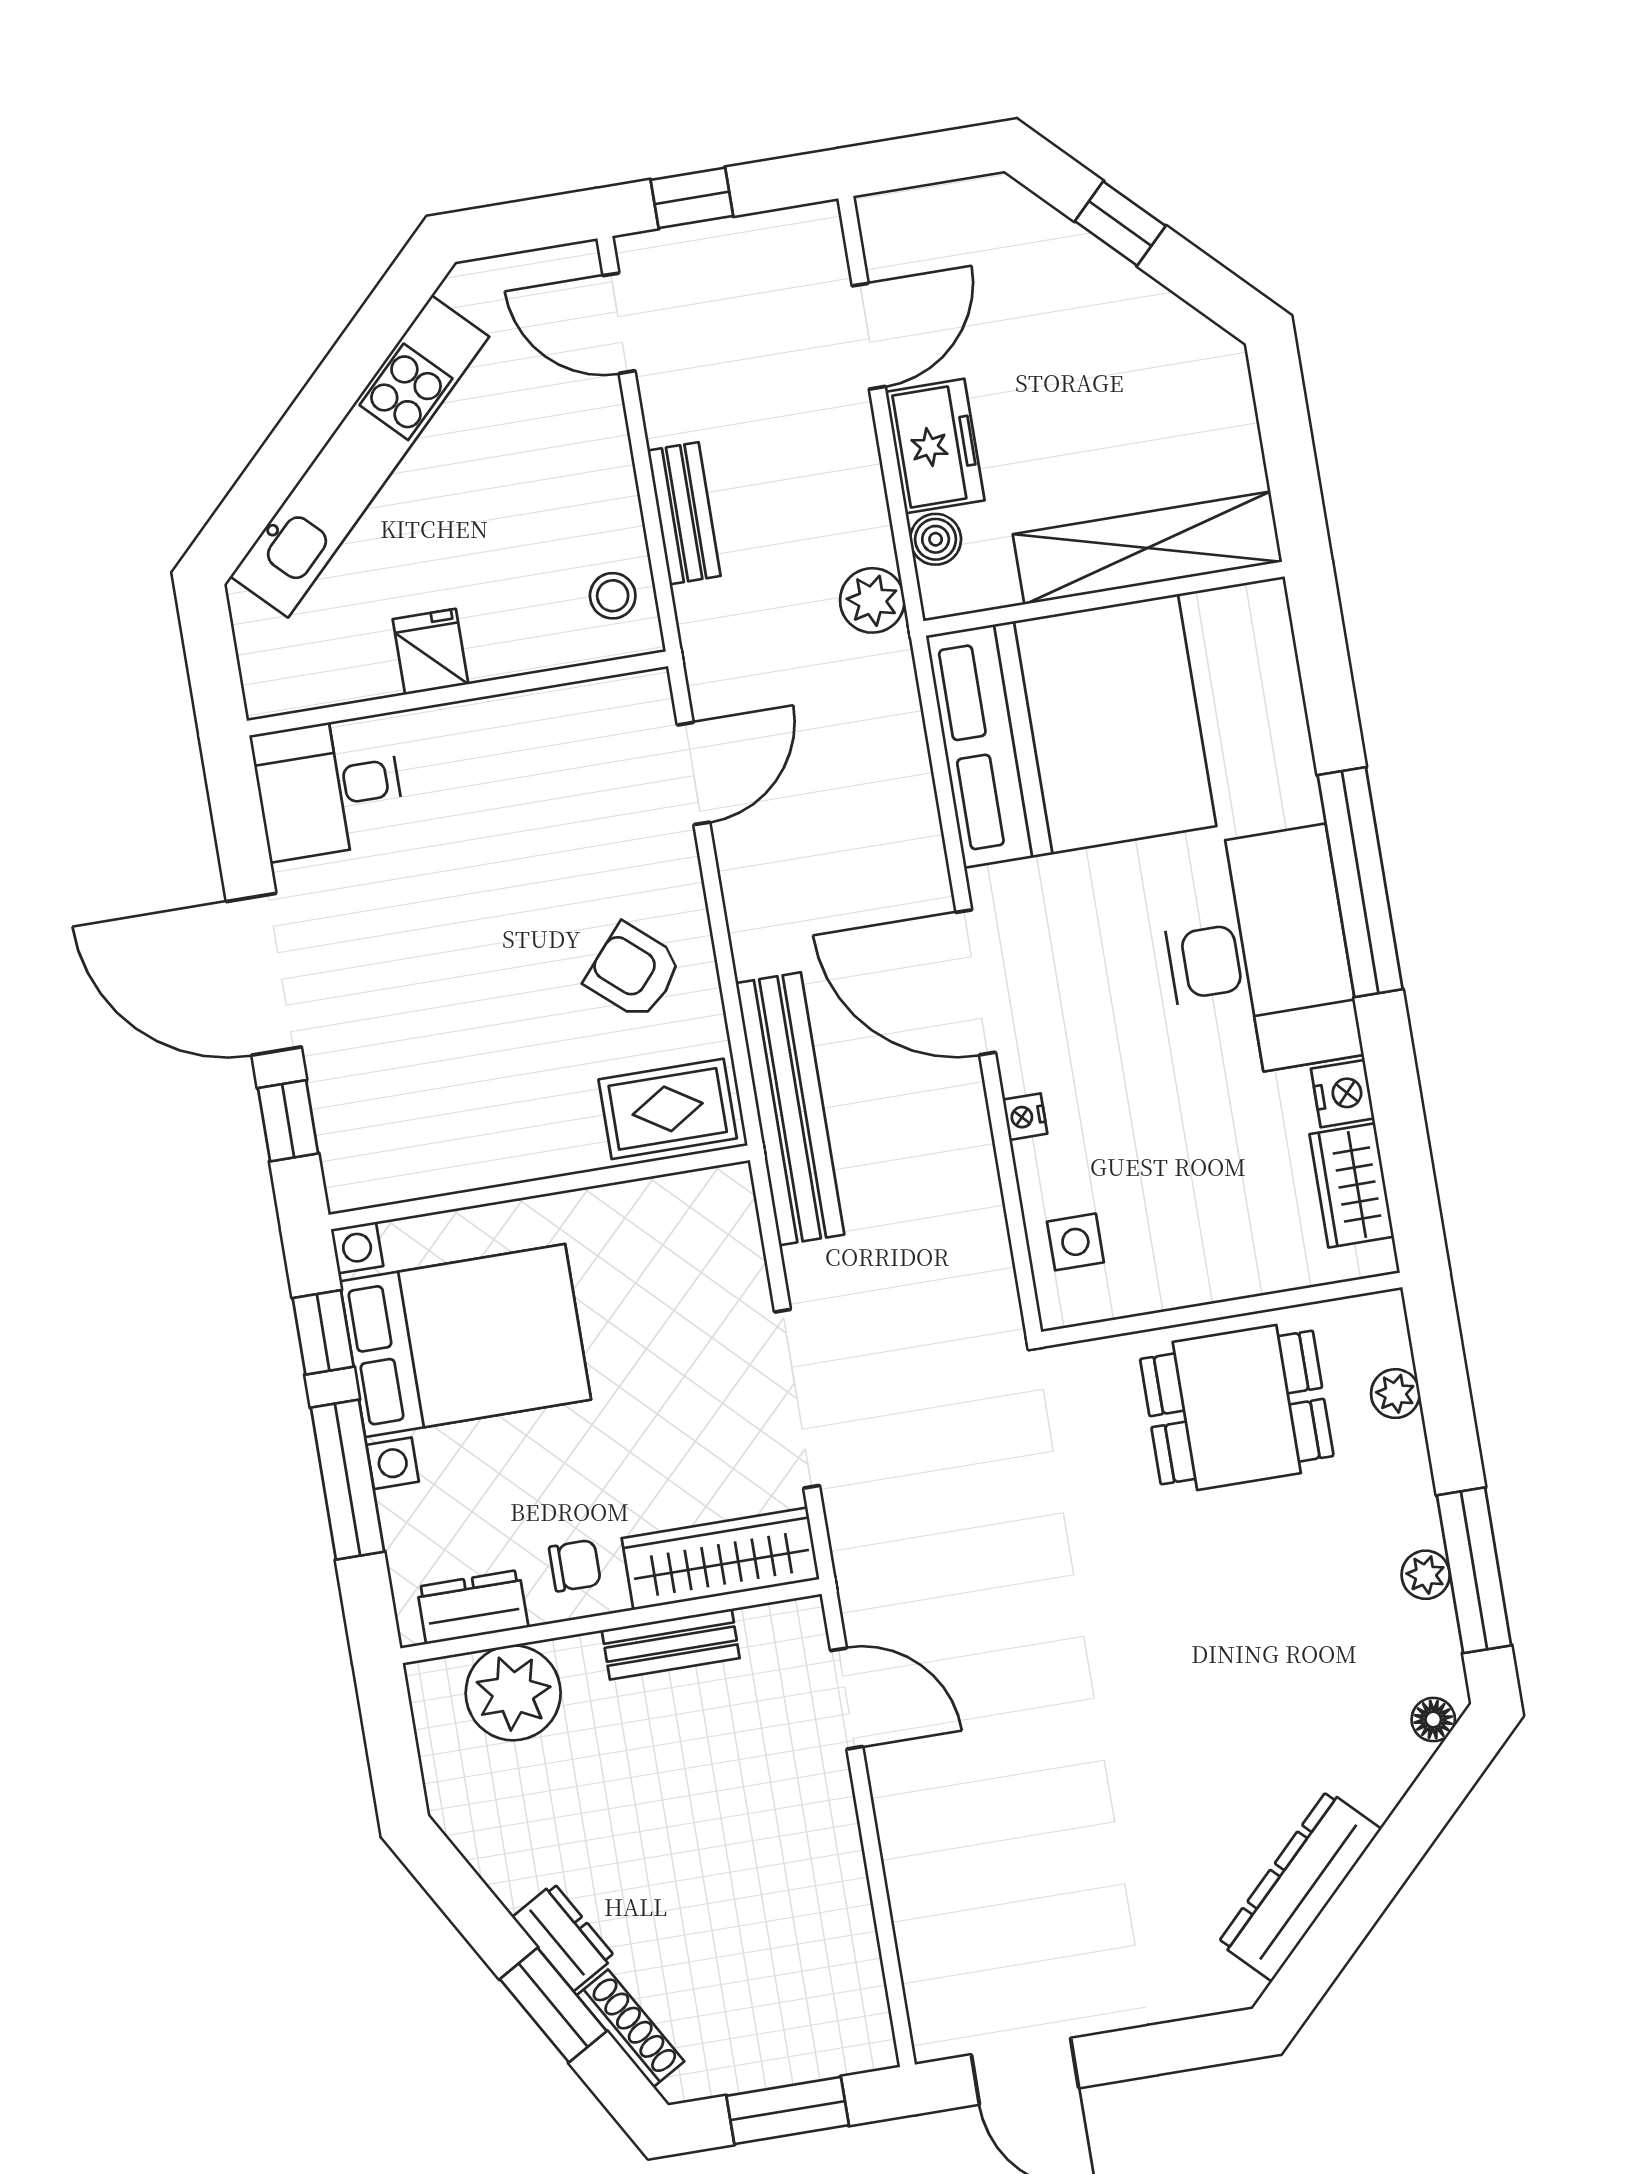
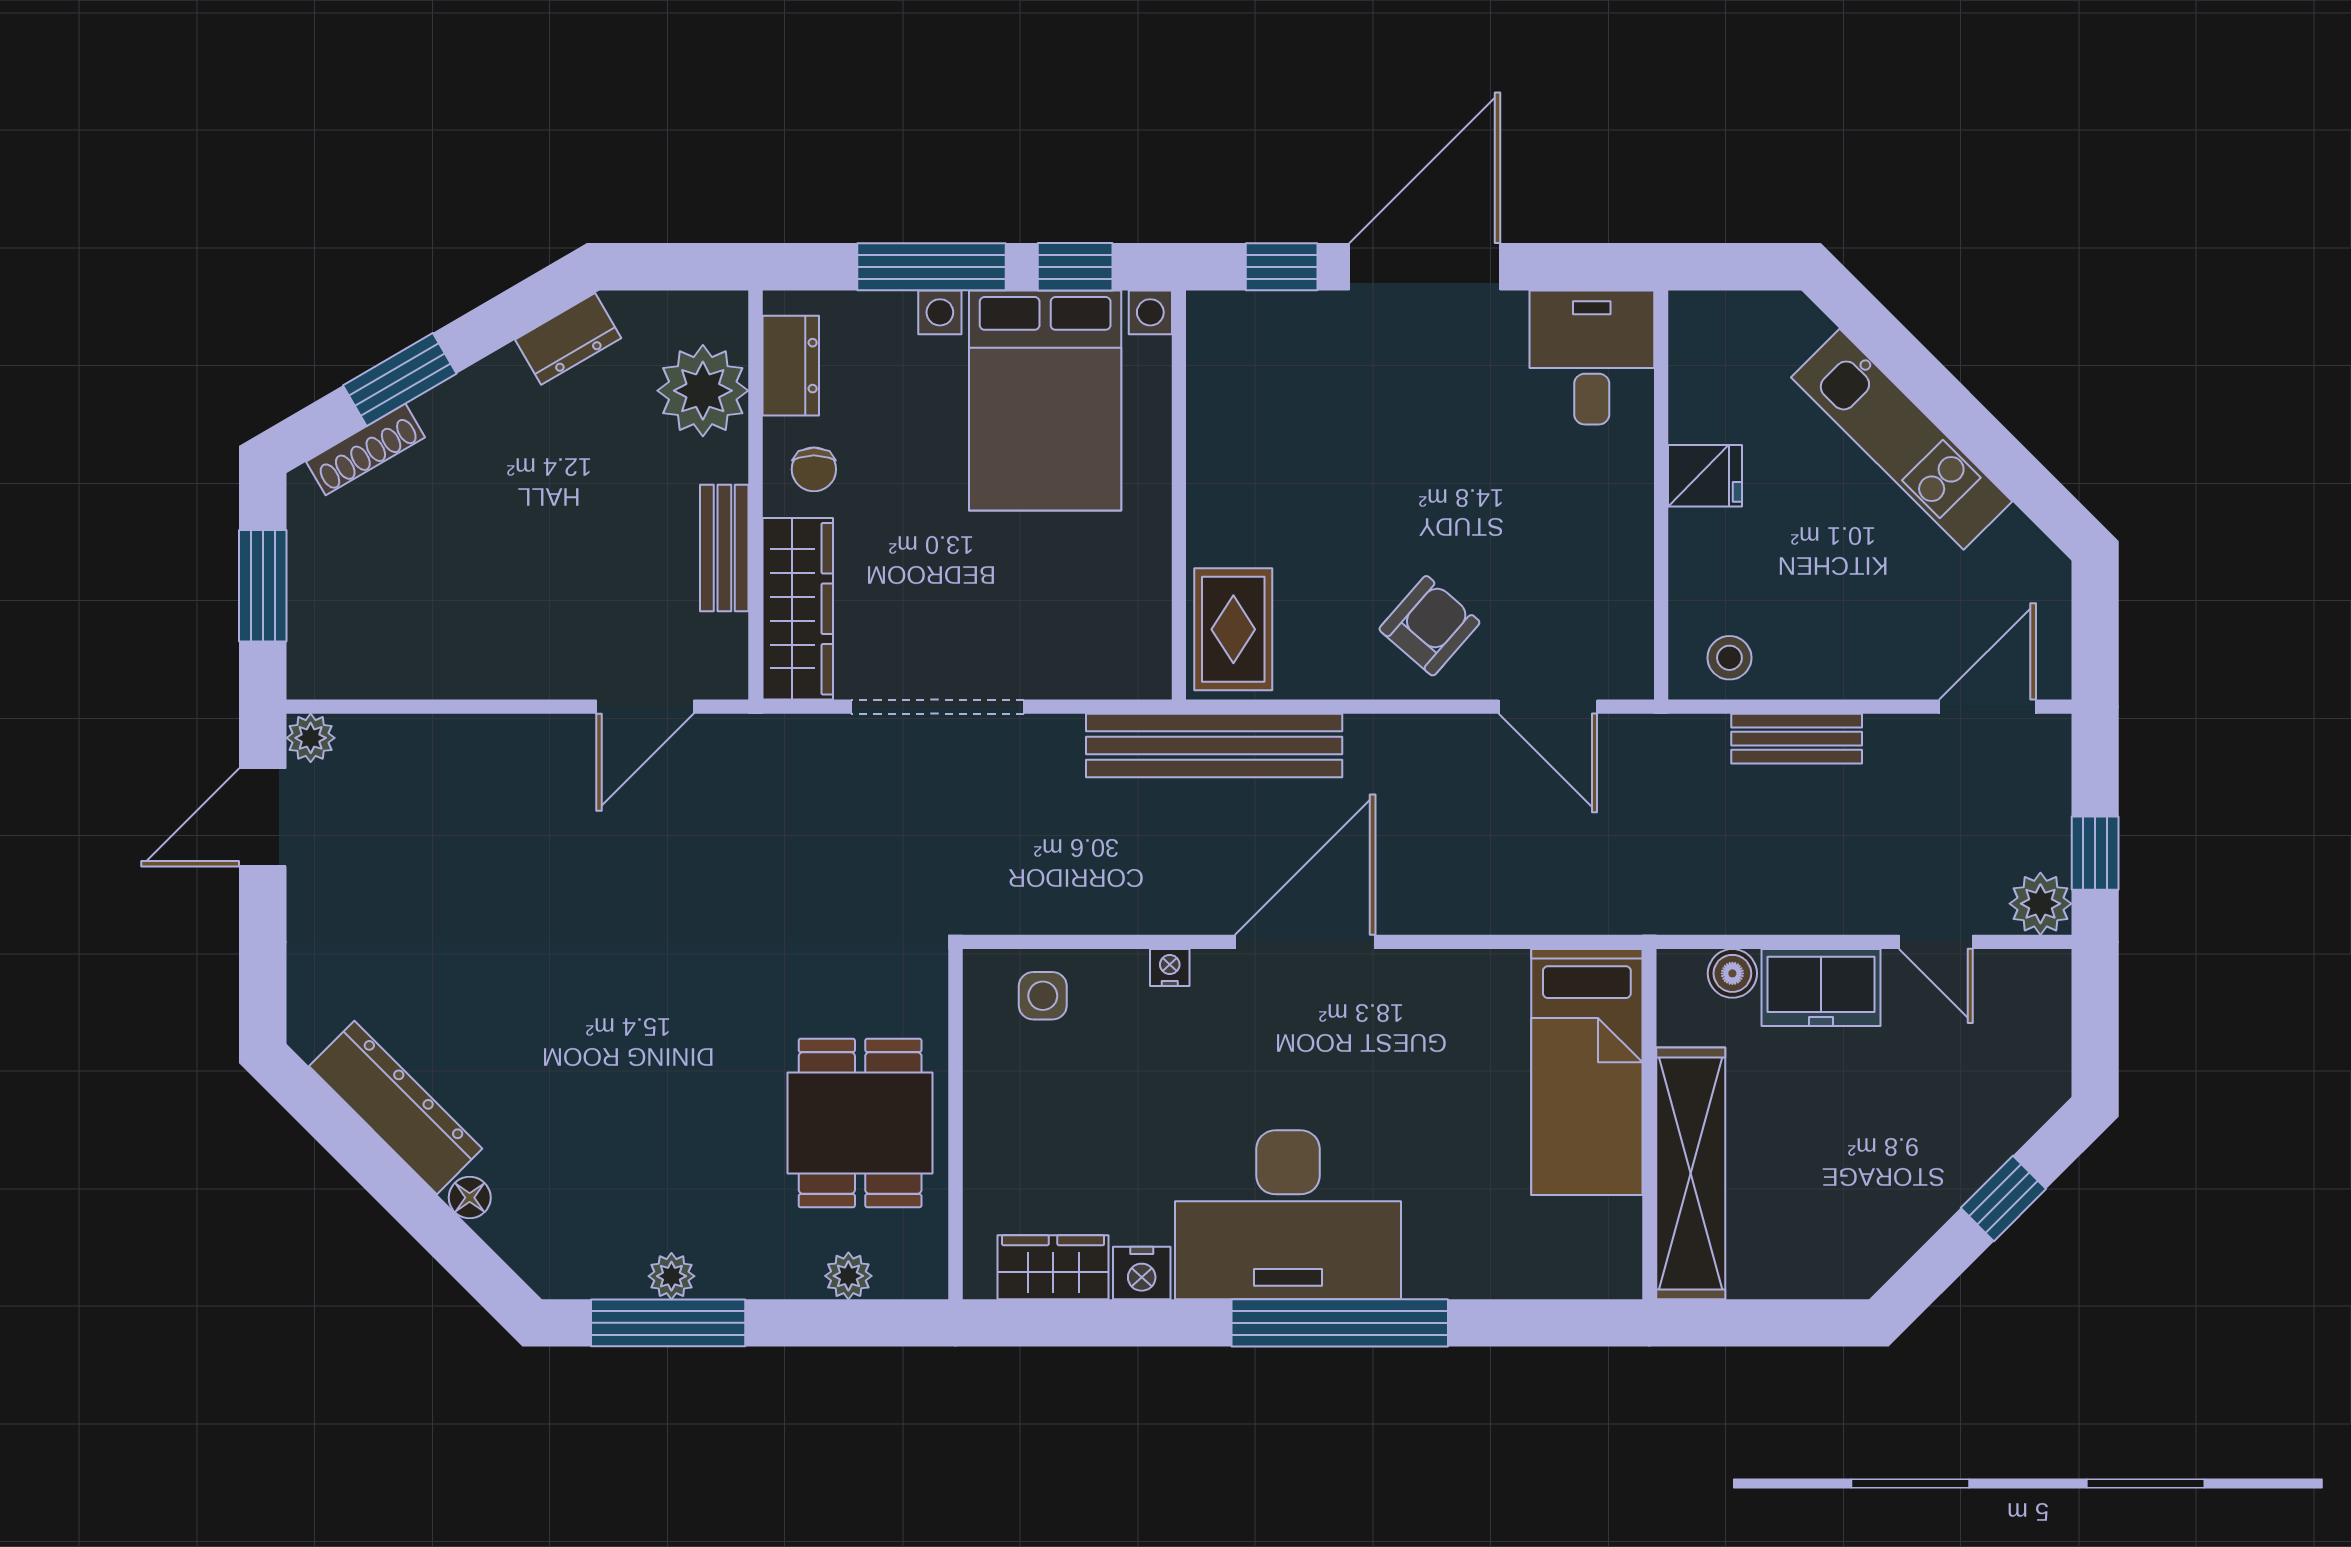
window: (692, 198) -> (2095, 853), moved
door: (869, 336) -> (1936, 942), width x0.73
kitchen unit: (360, 456) -> (1902, 439), width x0.73
plant: (872, 600) -> (2040, 904), moved
bed: (1071, 731) -> (1587, 1072), width x0.49
armchair: (634, 971) -> (1429, 626), moved
floor lamp: (1433, 1720) -> (470, 1198), moved
dresser: (564, 1937) -> (568, 339), moved
plant: (935, 2036) -> (311, 738), added

